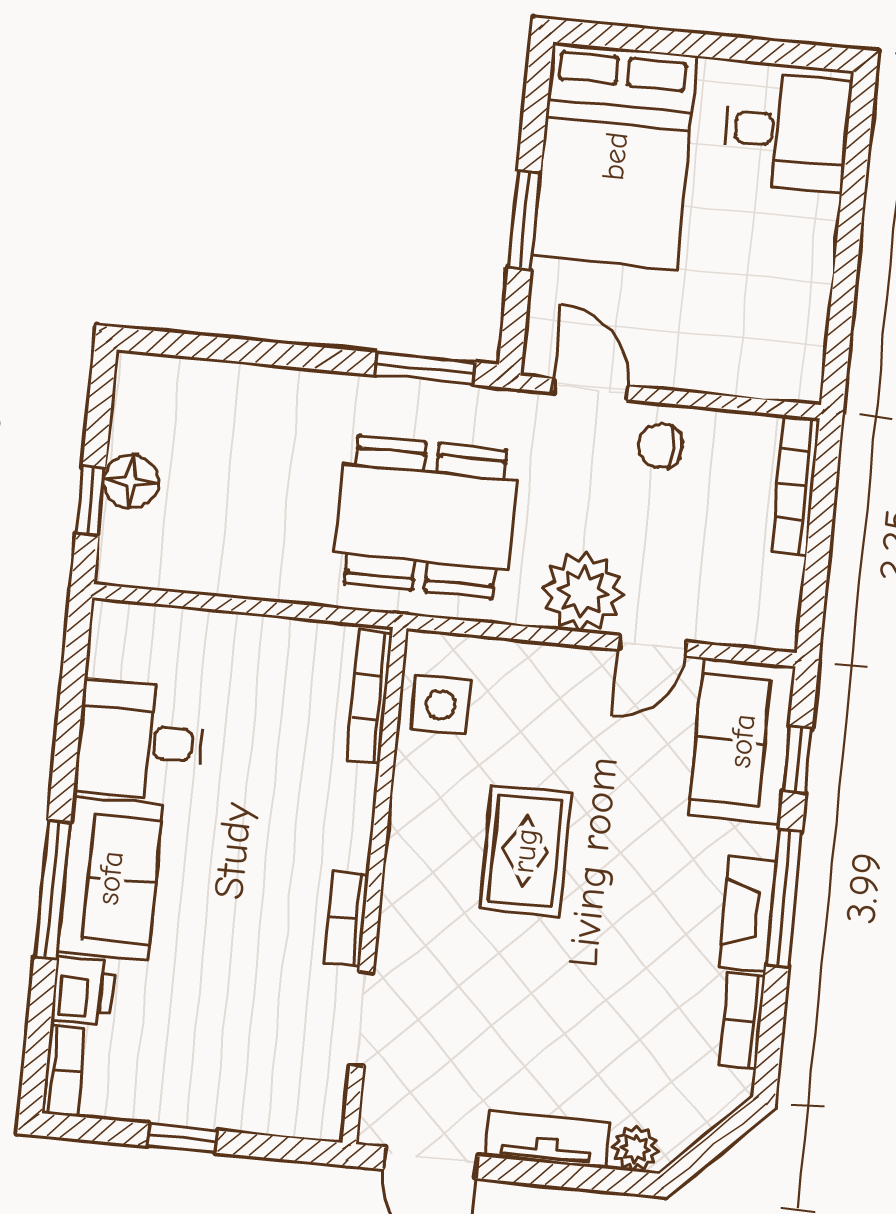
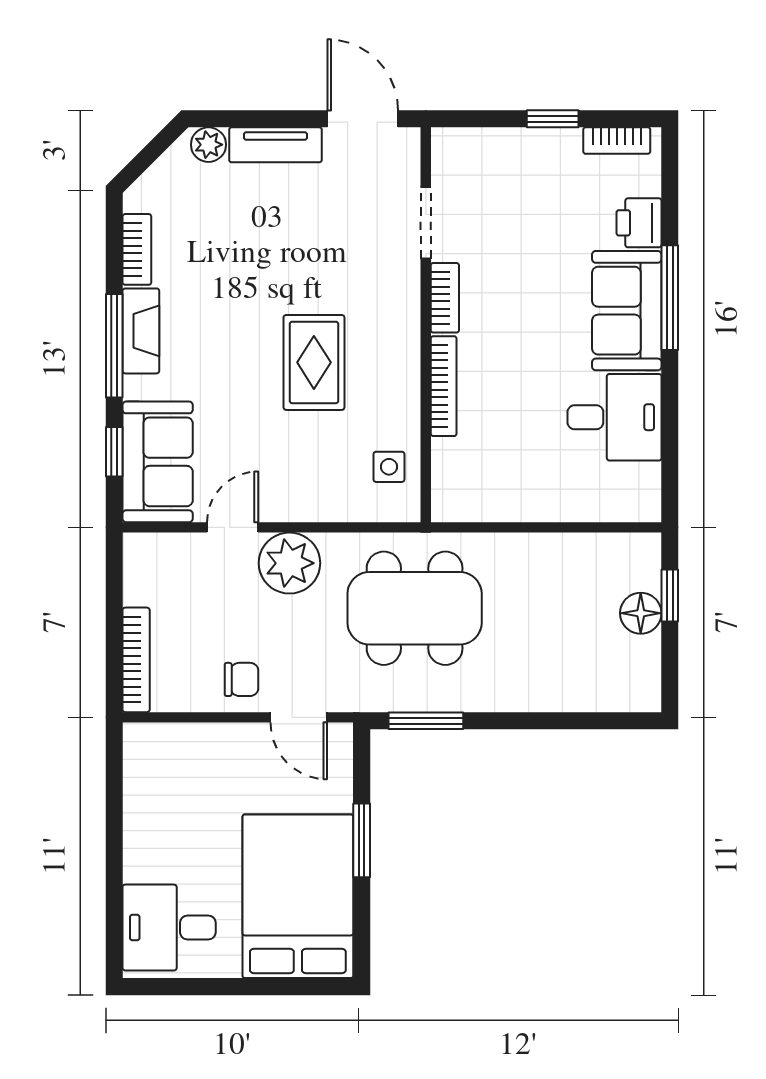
bookcase: (369, 697) -> (444, 386), moved
side table: (441, 705) -> (389, 467), width x0.73, depth x0.73
bookcase: (63, 1070) -> (617, 141), moved, turned -90

